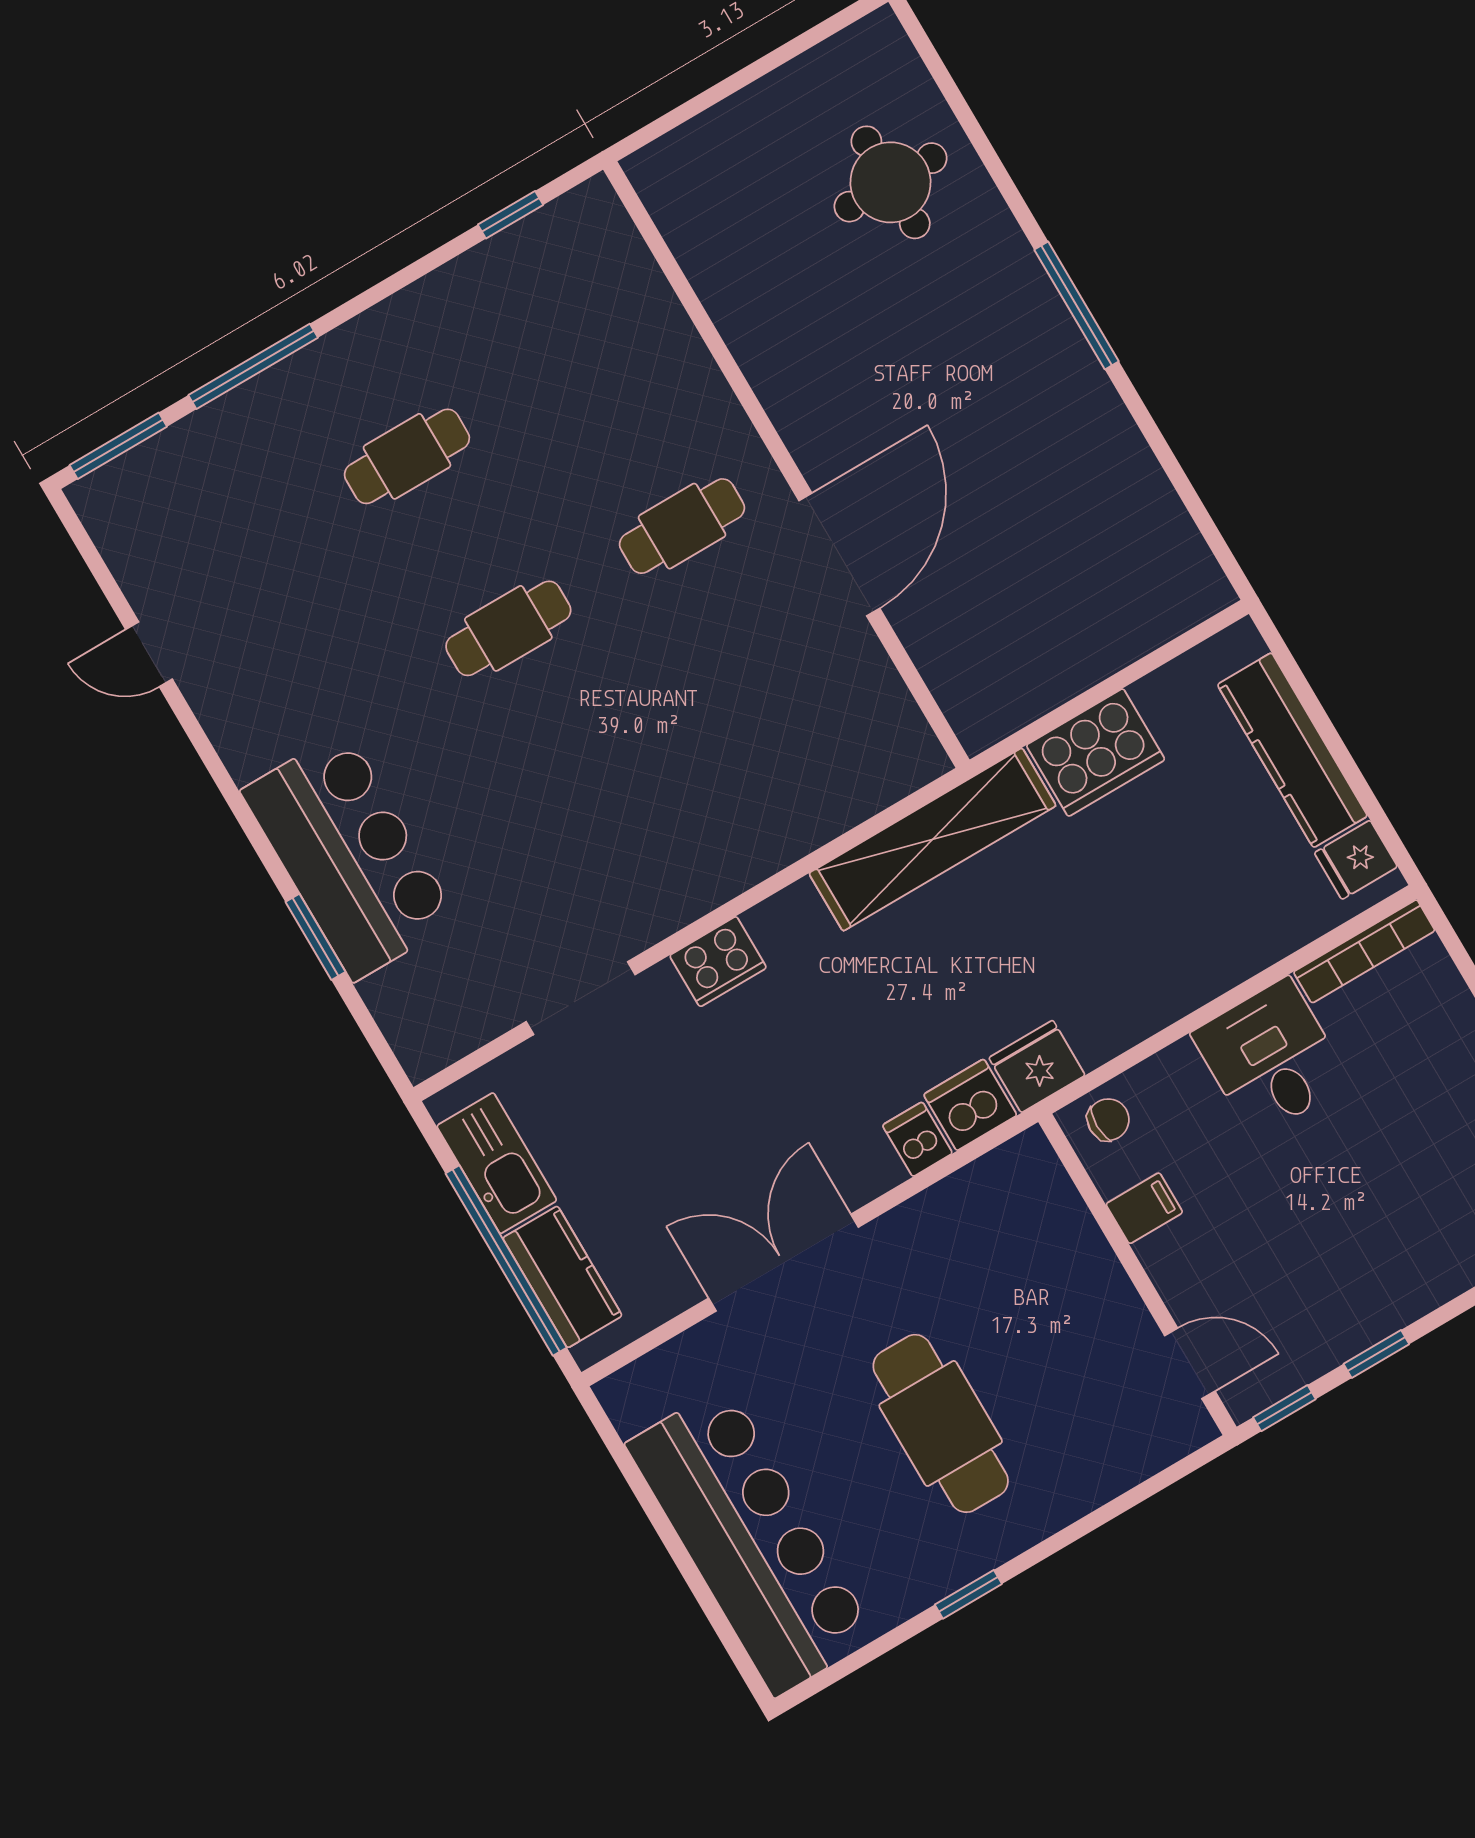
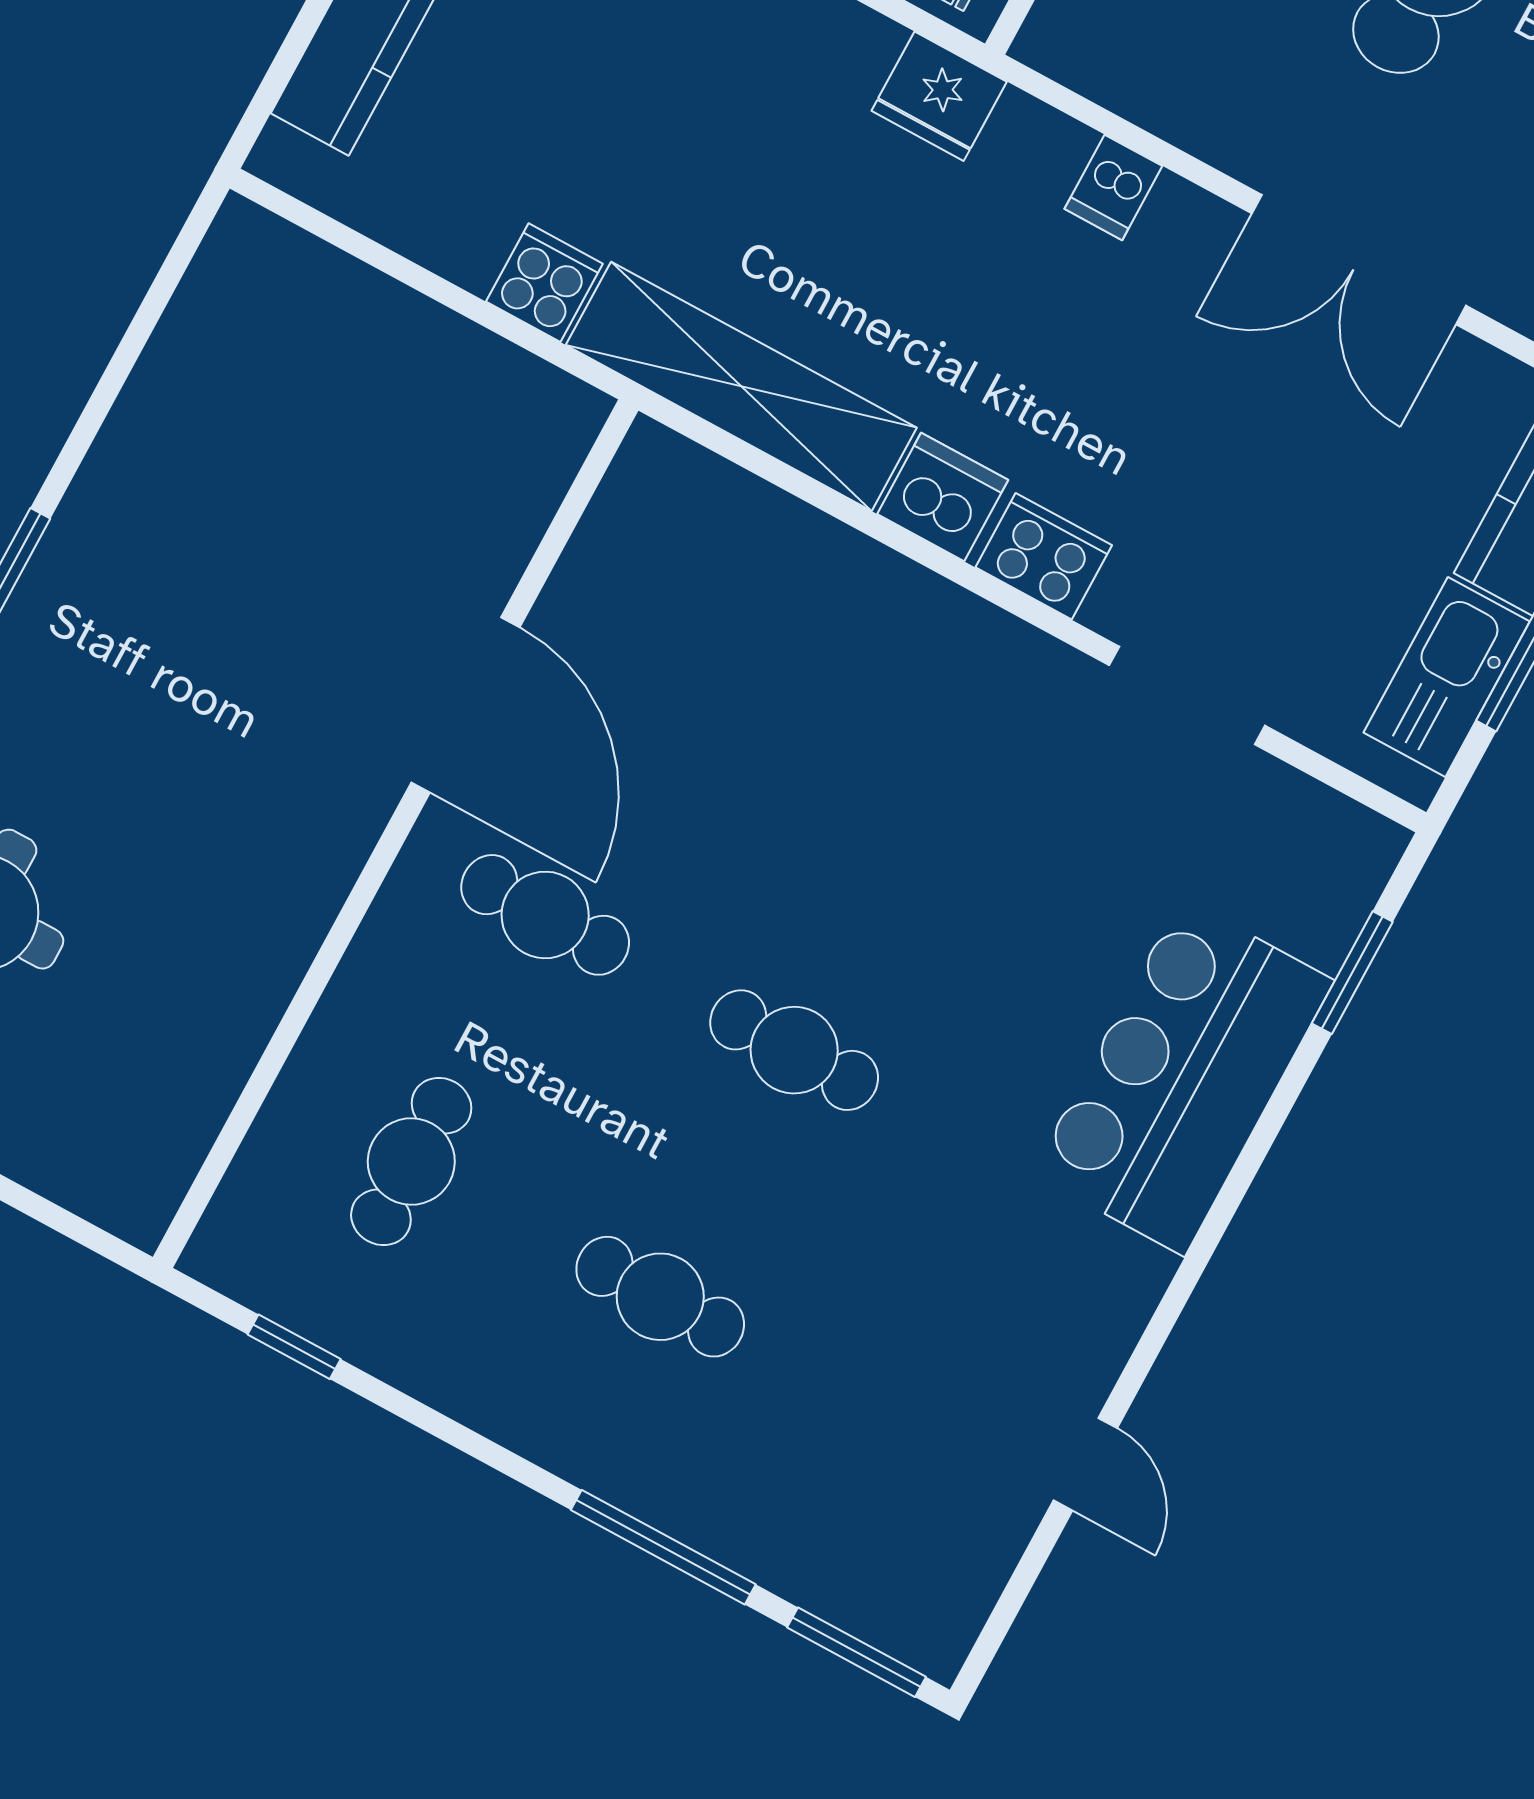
cafe table: (581, 354) -> (411, 1162), added
door: (839, 554) -> (465, 705), swing flipped
cooker: (1096, 753) -> (544, 283), width x0.53, depth x0.76
window: (315, 937) -> (1352, 973), moved
dishwasher: (970, 1105) -> (943, 497), moved, turned 180

